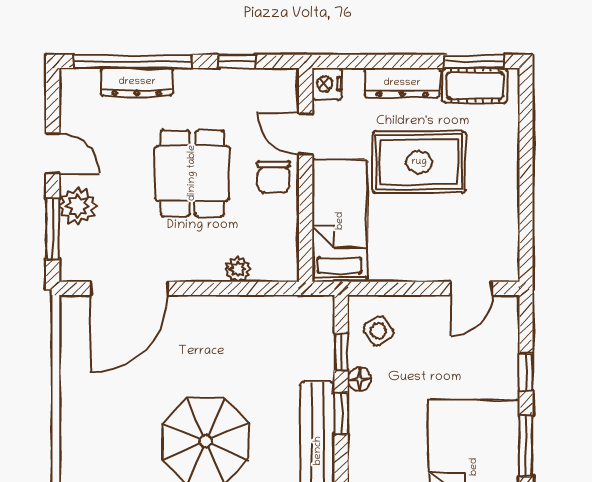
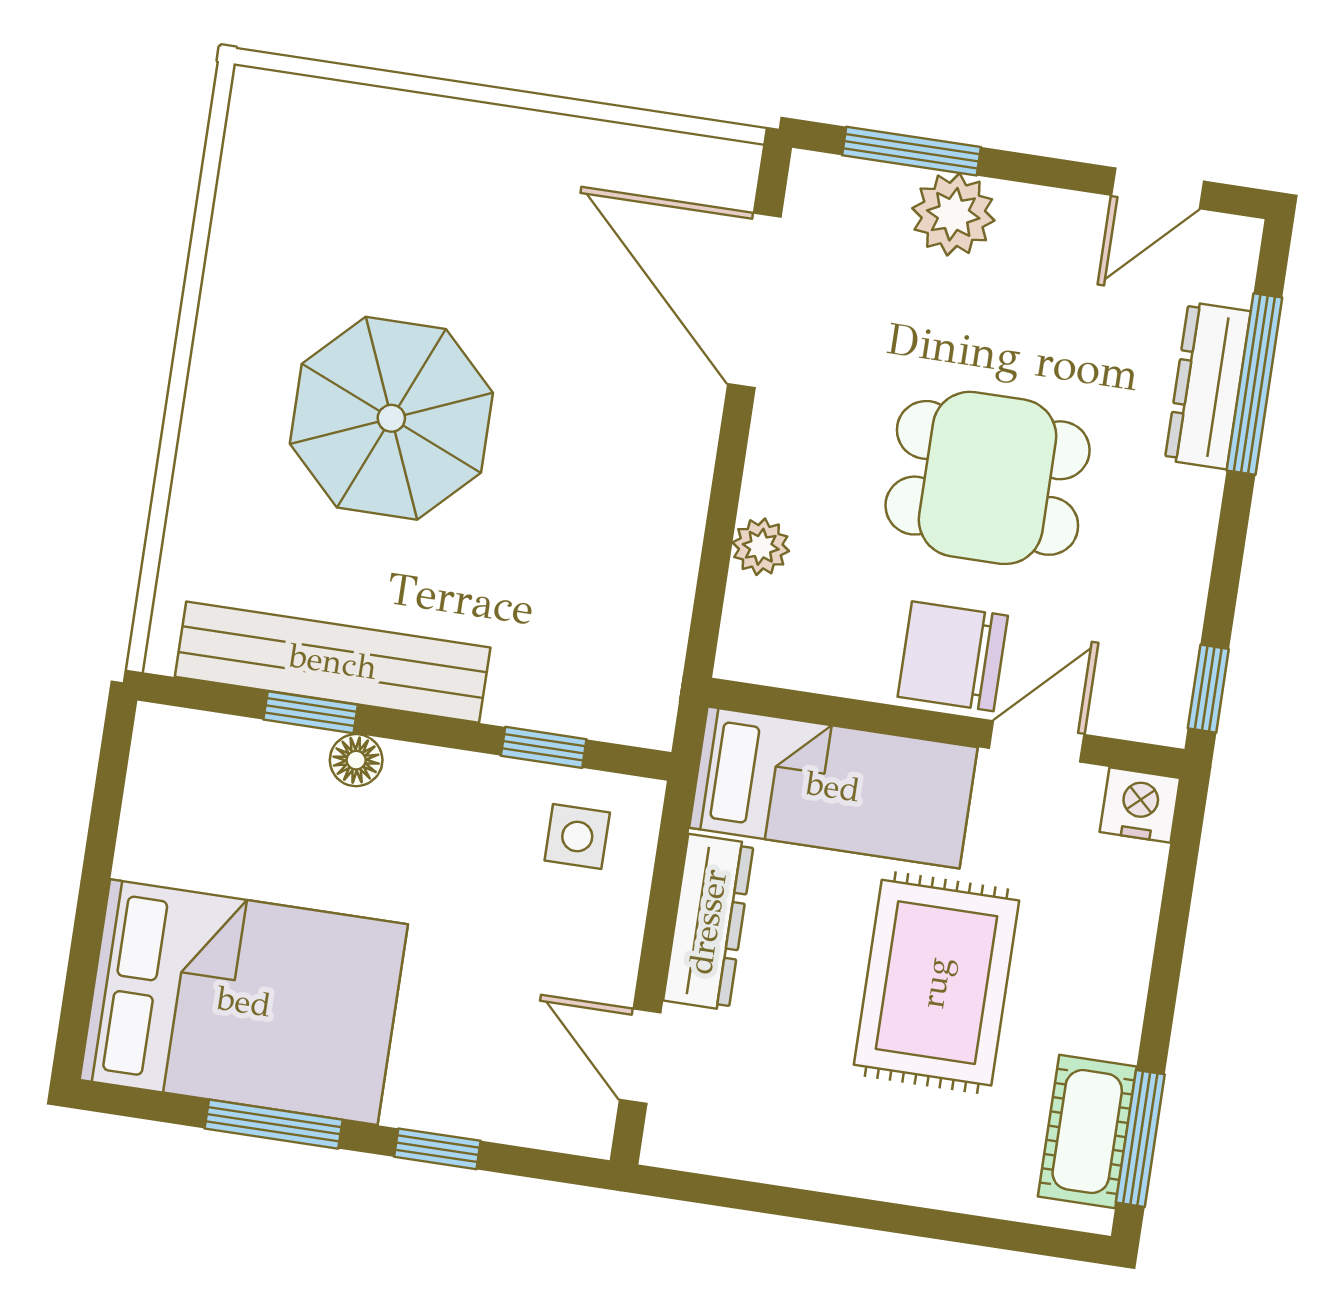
window: (133, 61) -> (1254, 384), width x0.68
window: (237, 61) -> (1208, 689), moved
dresser: (402, 83) -> (708, 922), moved, turned 180
door: (53, 153) -> (1157, 188), moved
chair: (273, 177) -> (953, 656), width x1.37, depth x1.37
side table: (378, 331) -> (577, 837), turned 32
floor lamp: (359, 379) -> (356, 760), moved
window: (341, 414) -> (311, 712), moved

